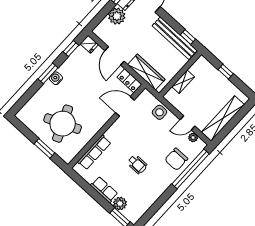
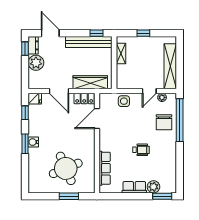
shelving: (183, 82) -> (121, 54), moved

